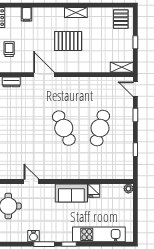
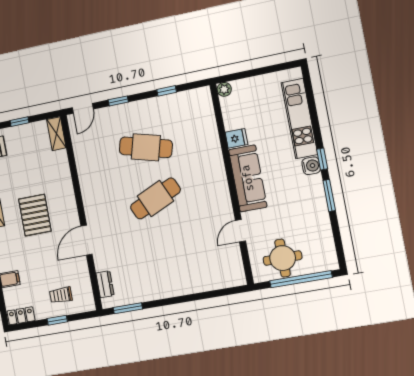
sofa: (71, 193) -> (248, 178), width x1.36
water cooler: (33, 236) -> (311, 166), moved

